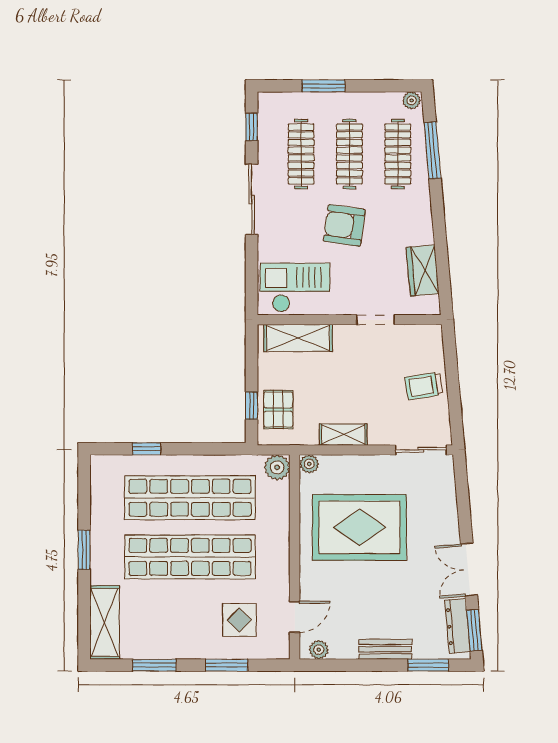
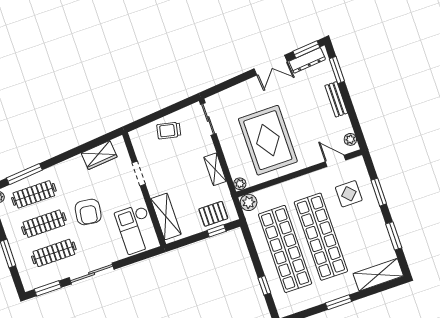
window: (252, 127) -> (48, 288), width x1.50
trolley: (424, 386) -> (169, 130), turned 111

